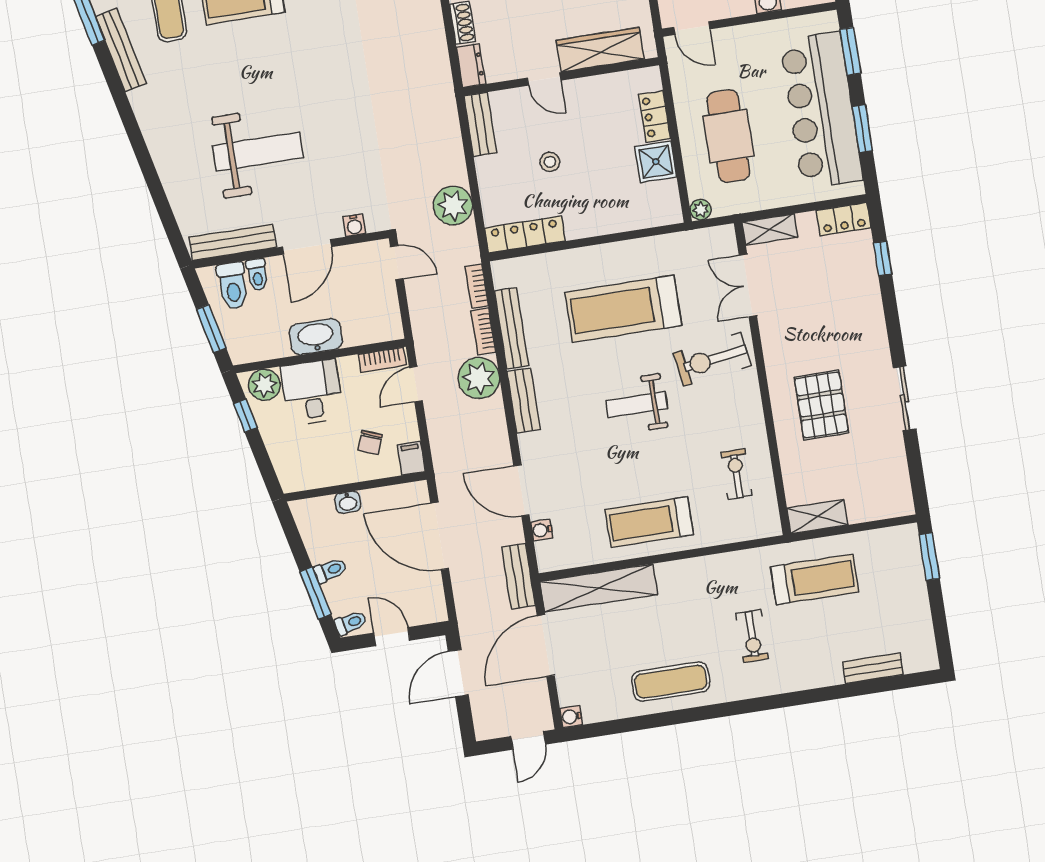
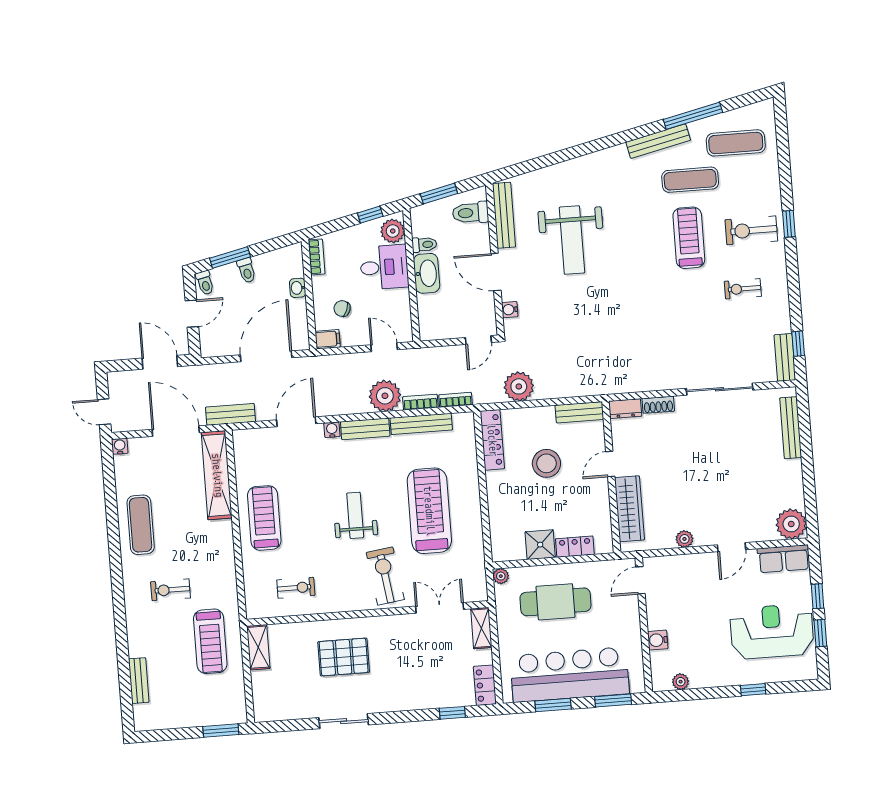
stool: (550, 162) -> (546, 463), width x1.89, depth x1.89
toilet: (257, 275) -> (424, 245), moved, turned 180
bookcase: (382, 360) -> (316, 257), moved, turned 180
water cooler: (542, 530) -> (332, 430), moved

